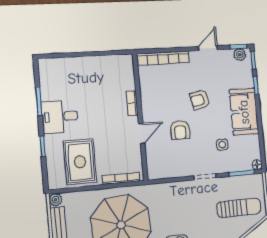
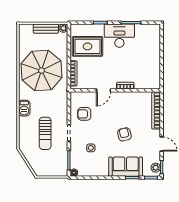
sofa: (244, 112) -> (126, 167), moved
desk: (60, 117) -> (119, 36), width x1.37
armchair: (180, 130) -> (84, 114), moved
door: (142, 133) -> (103, 90), hinge flipped
sun lounger: (239, 208) -> (45, 133), moved

